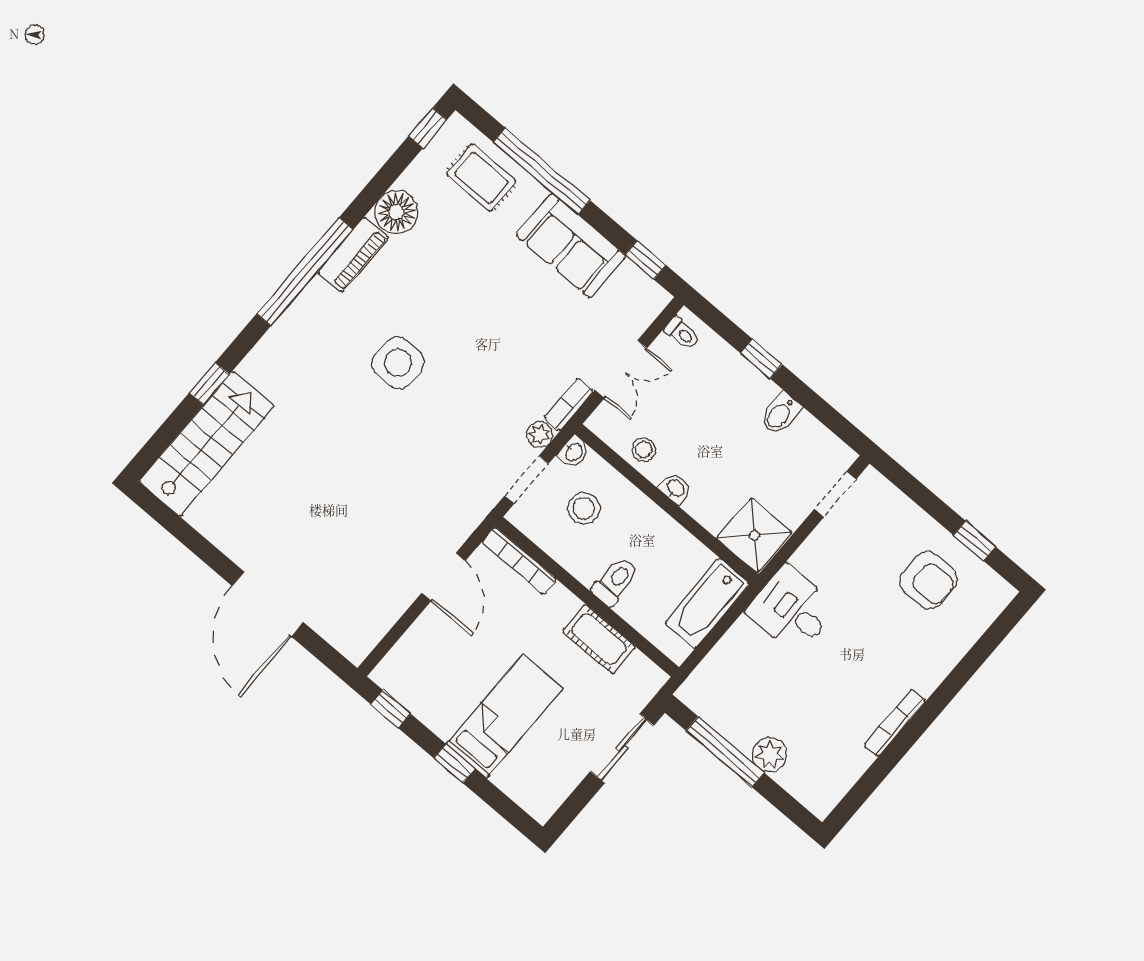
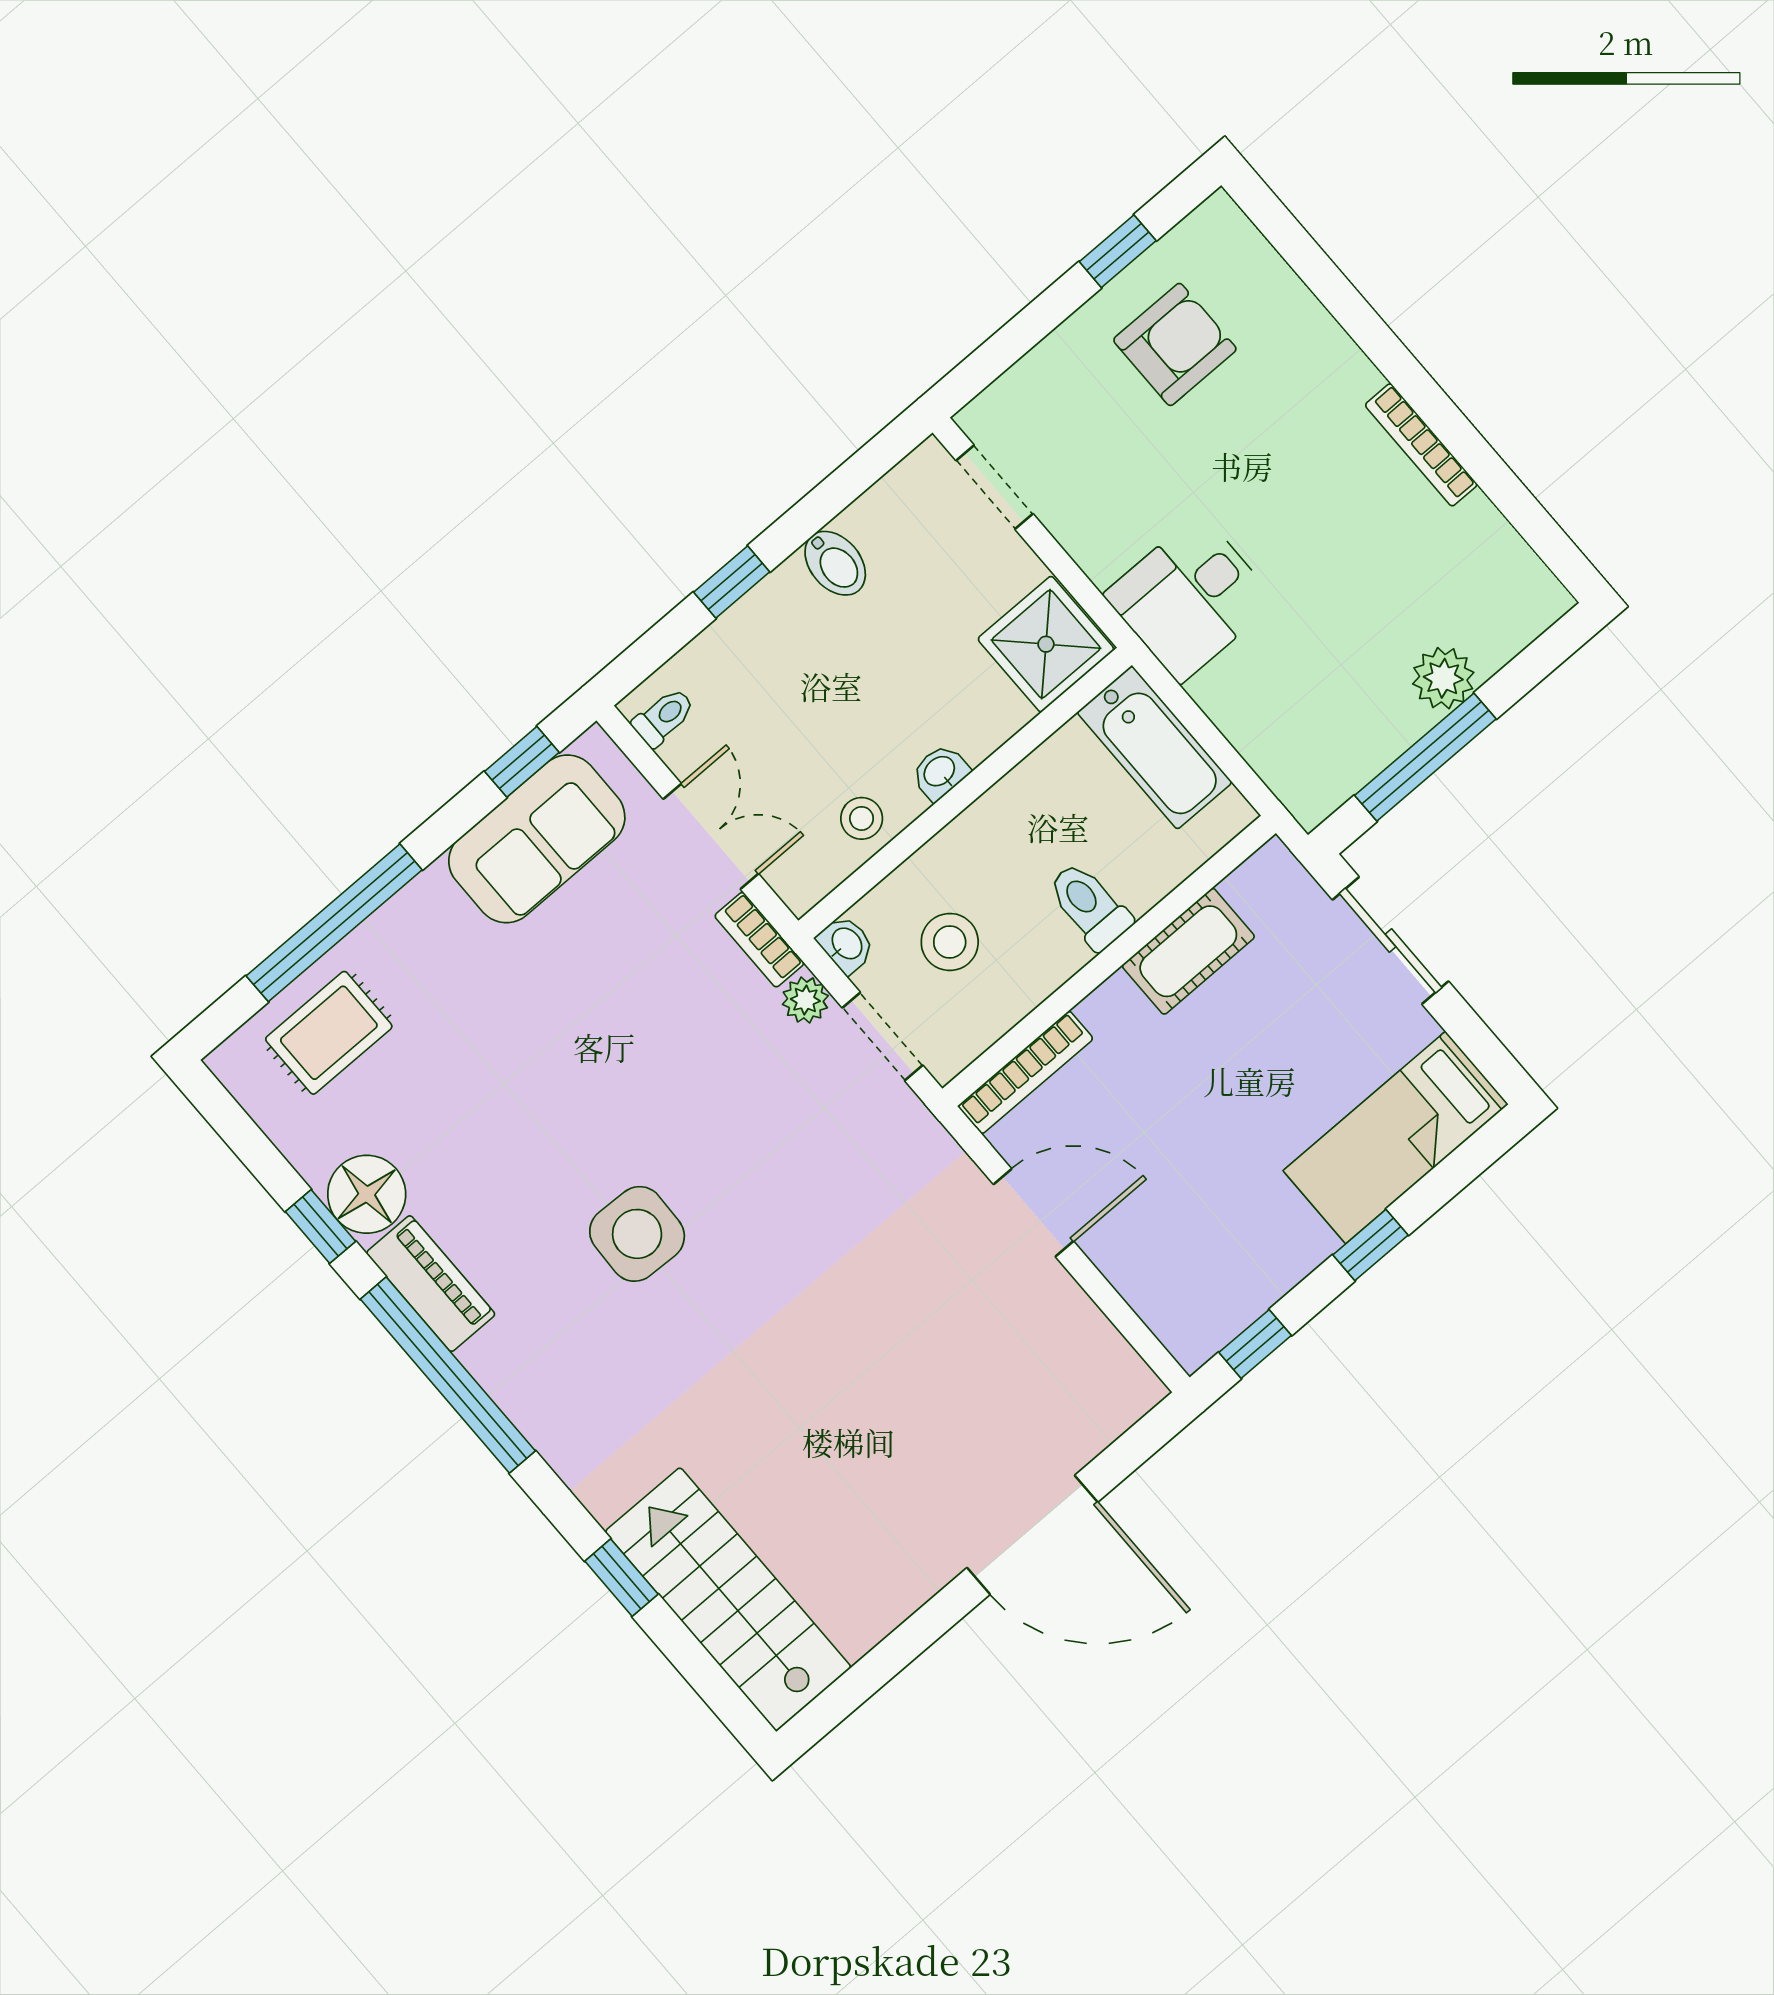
window: (428, 128) -> (320, 1226), moved
sofa: (571, 246) -> (537, 839), moved
bed: (505, 716) -> (1396, 1137), moved, turned -90

